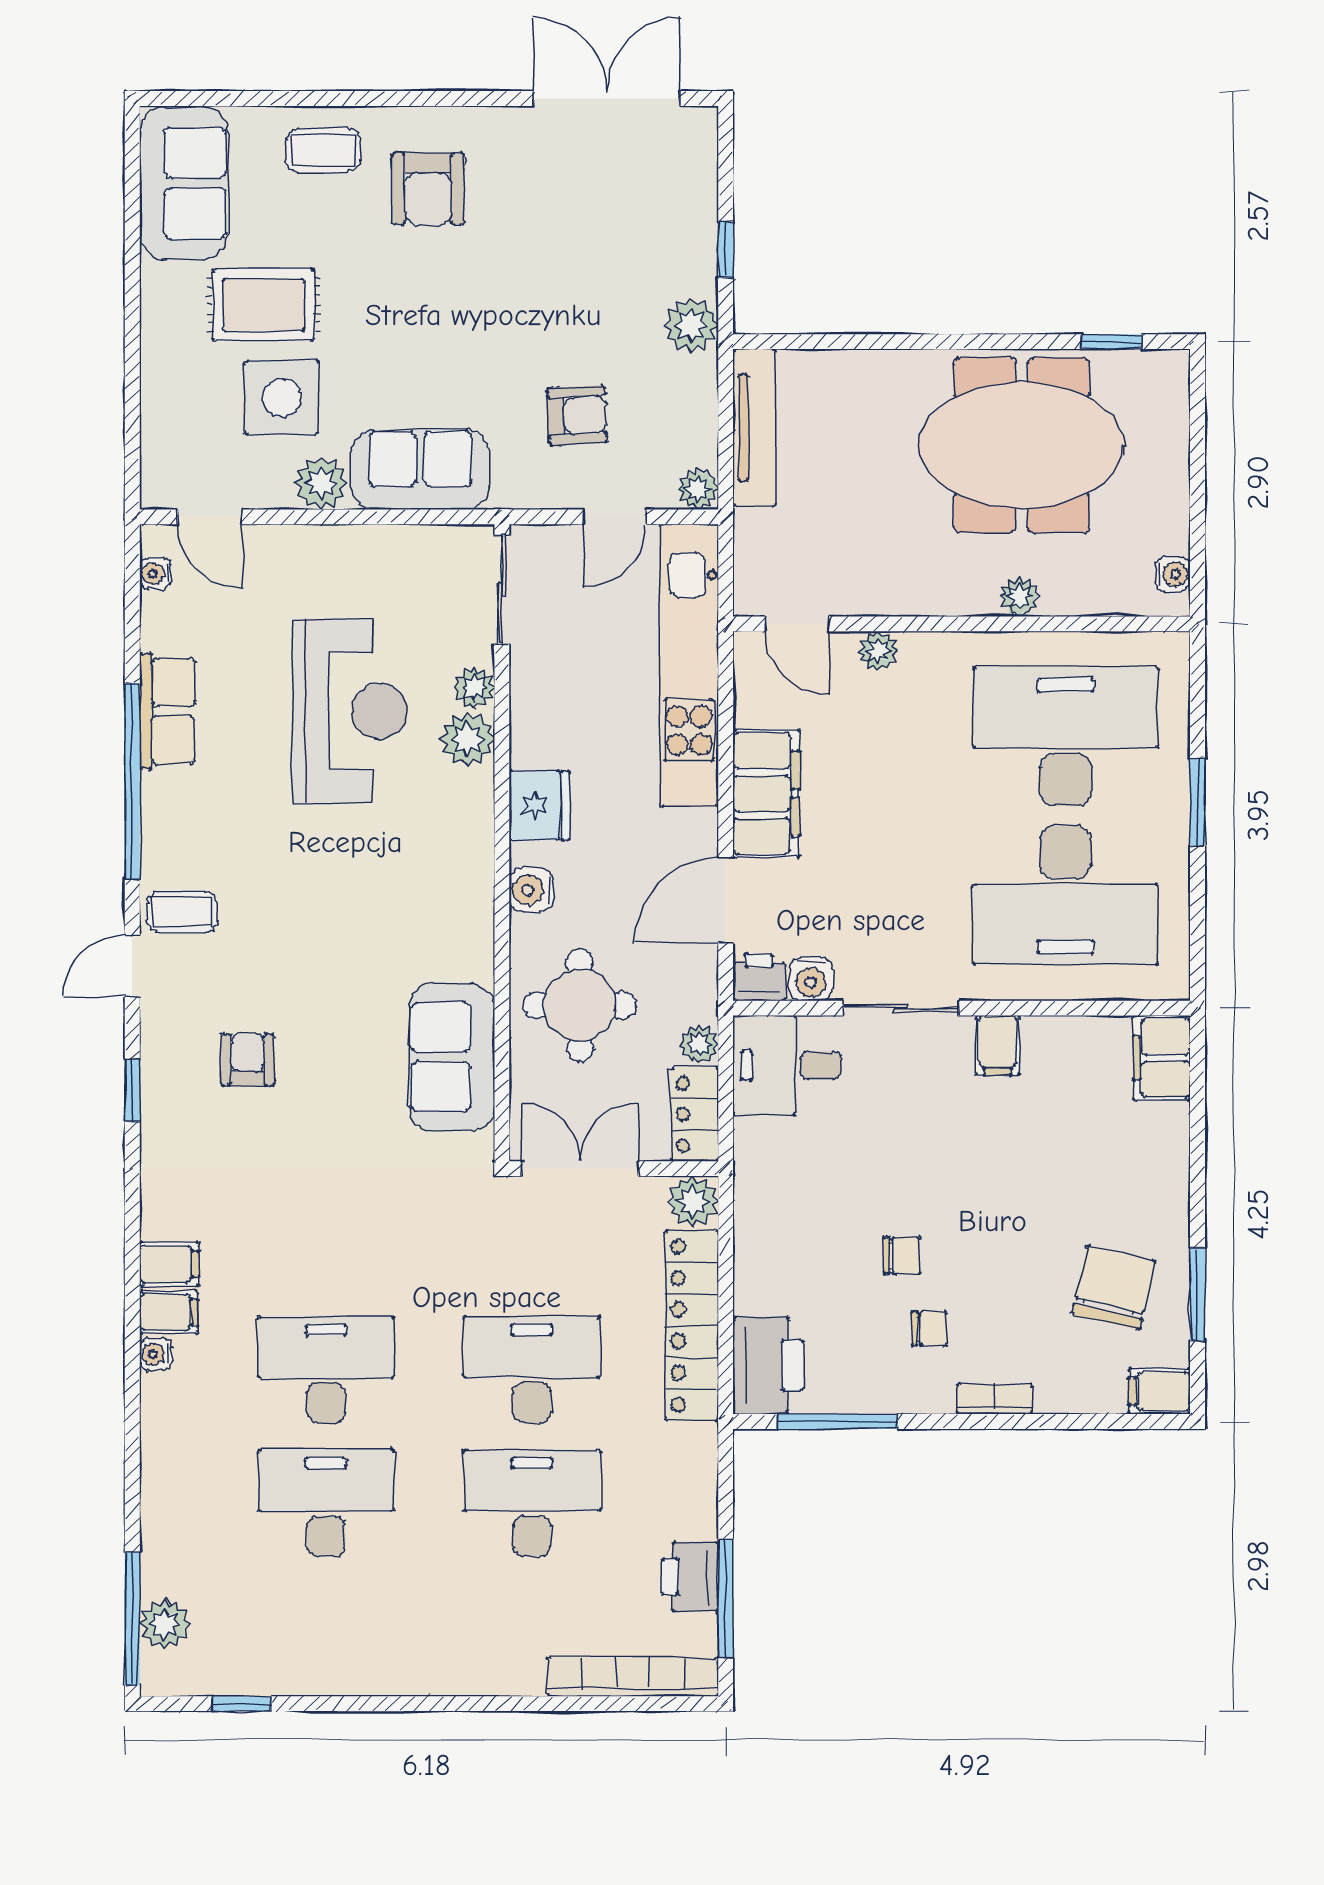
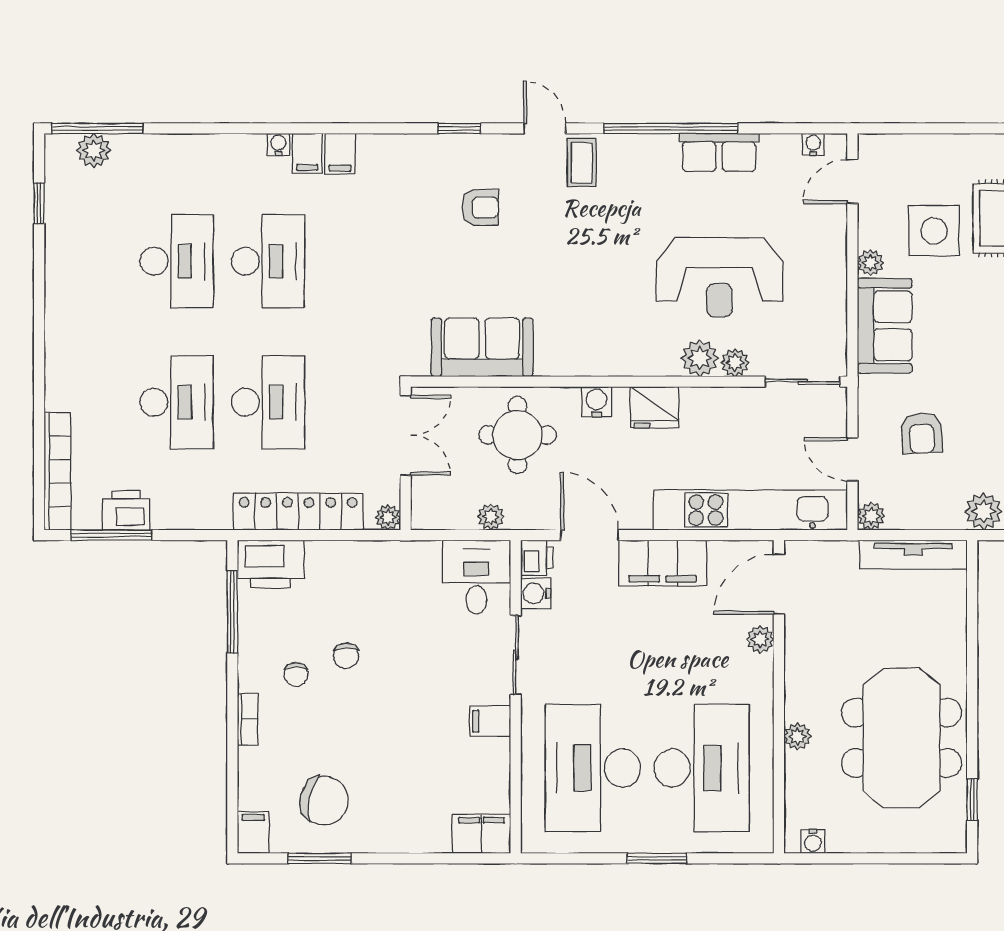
plant: (321, 483) -> (870, 263), width x0.73, depth x0.73
door: (797, 624) -> (779, 584), width x1.38
locker: (695, 1114) -> (443, 514), removed
plant: (693, 1201) -> (388, 517), width x0.73, depth x0.73

